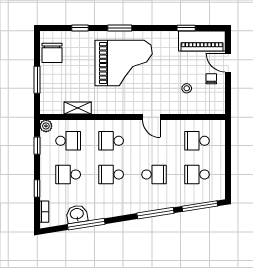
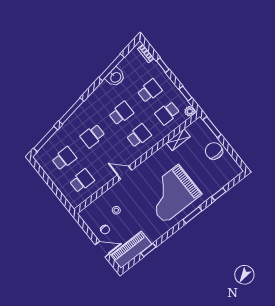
chair: (52, 53) -> (214, 151), moved
window: (37, 80) -> (212, 127), moved
washbasin: (77, 214) -> (115, 77), moved

